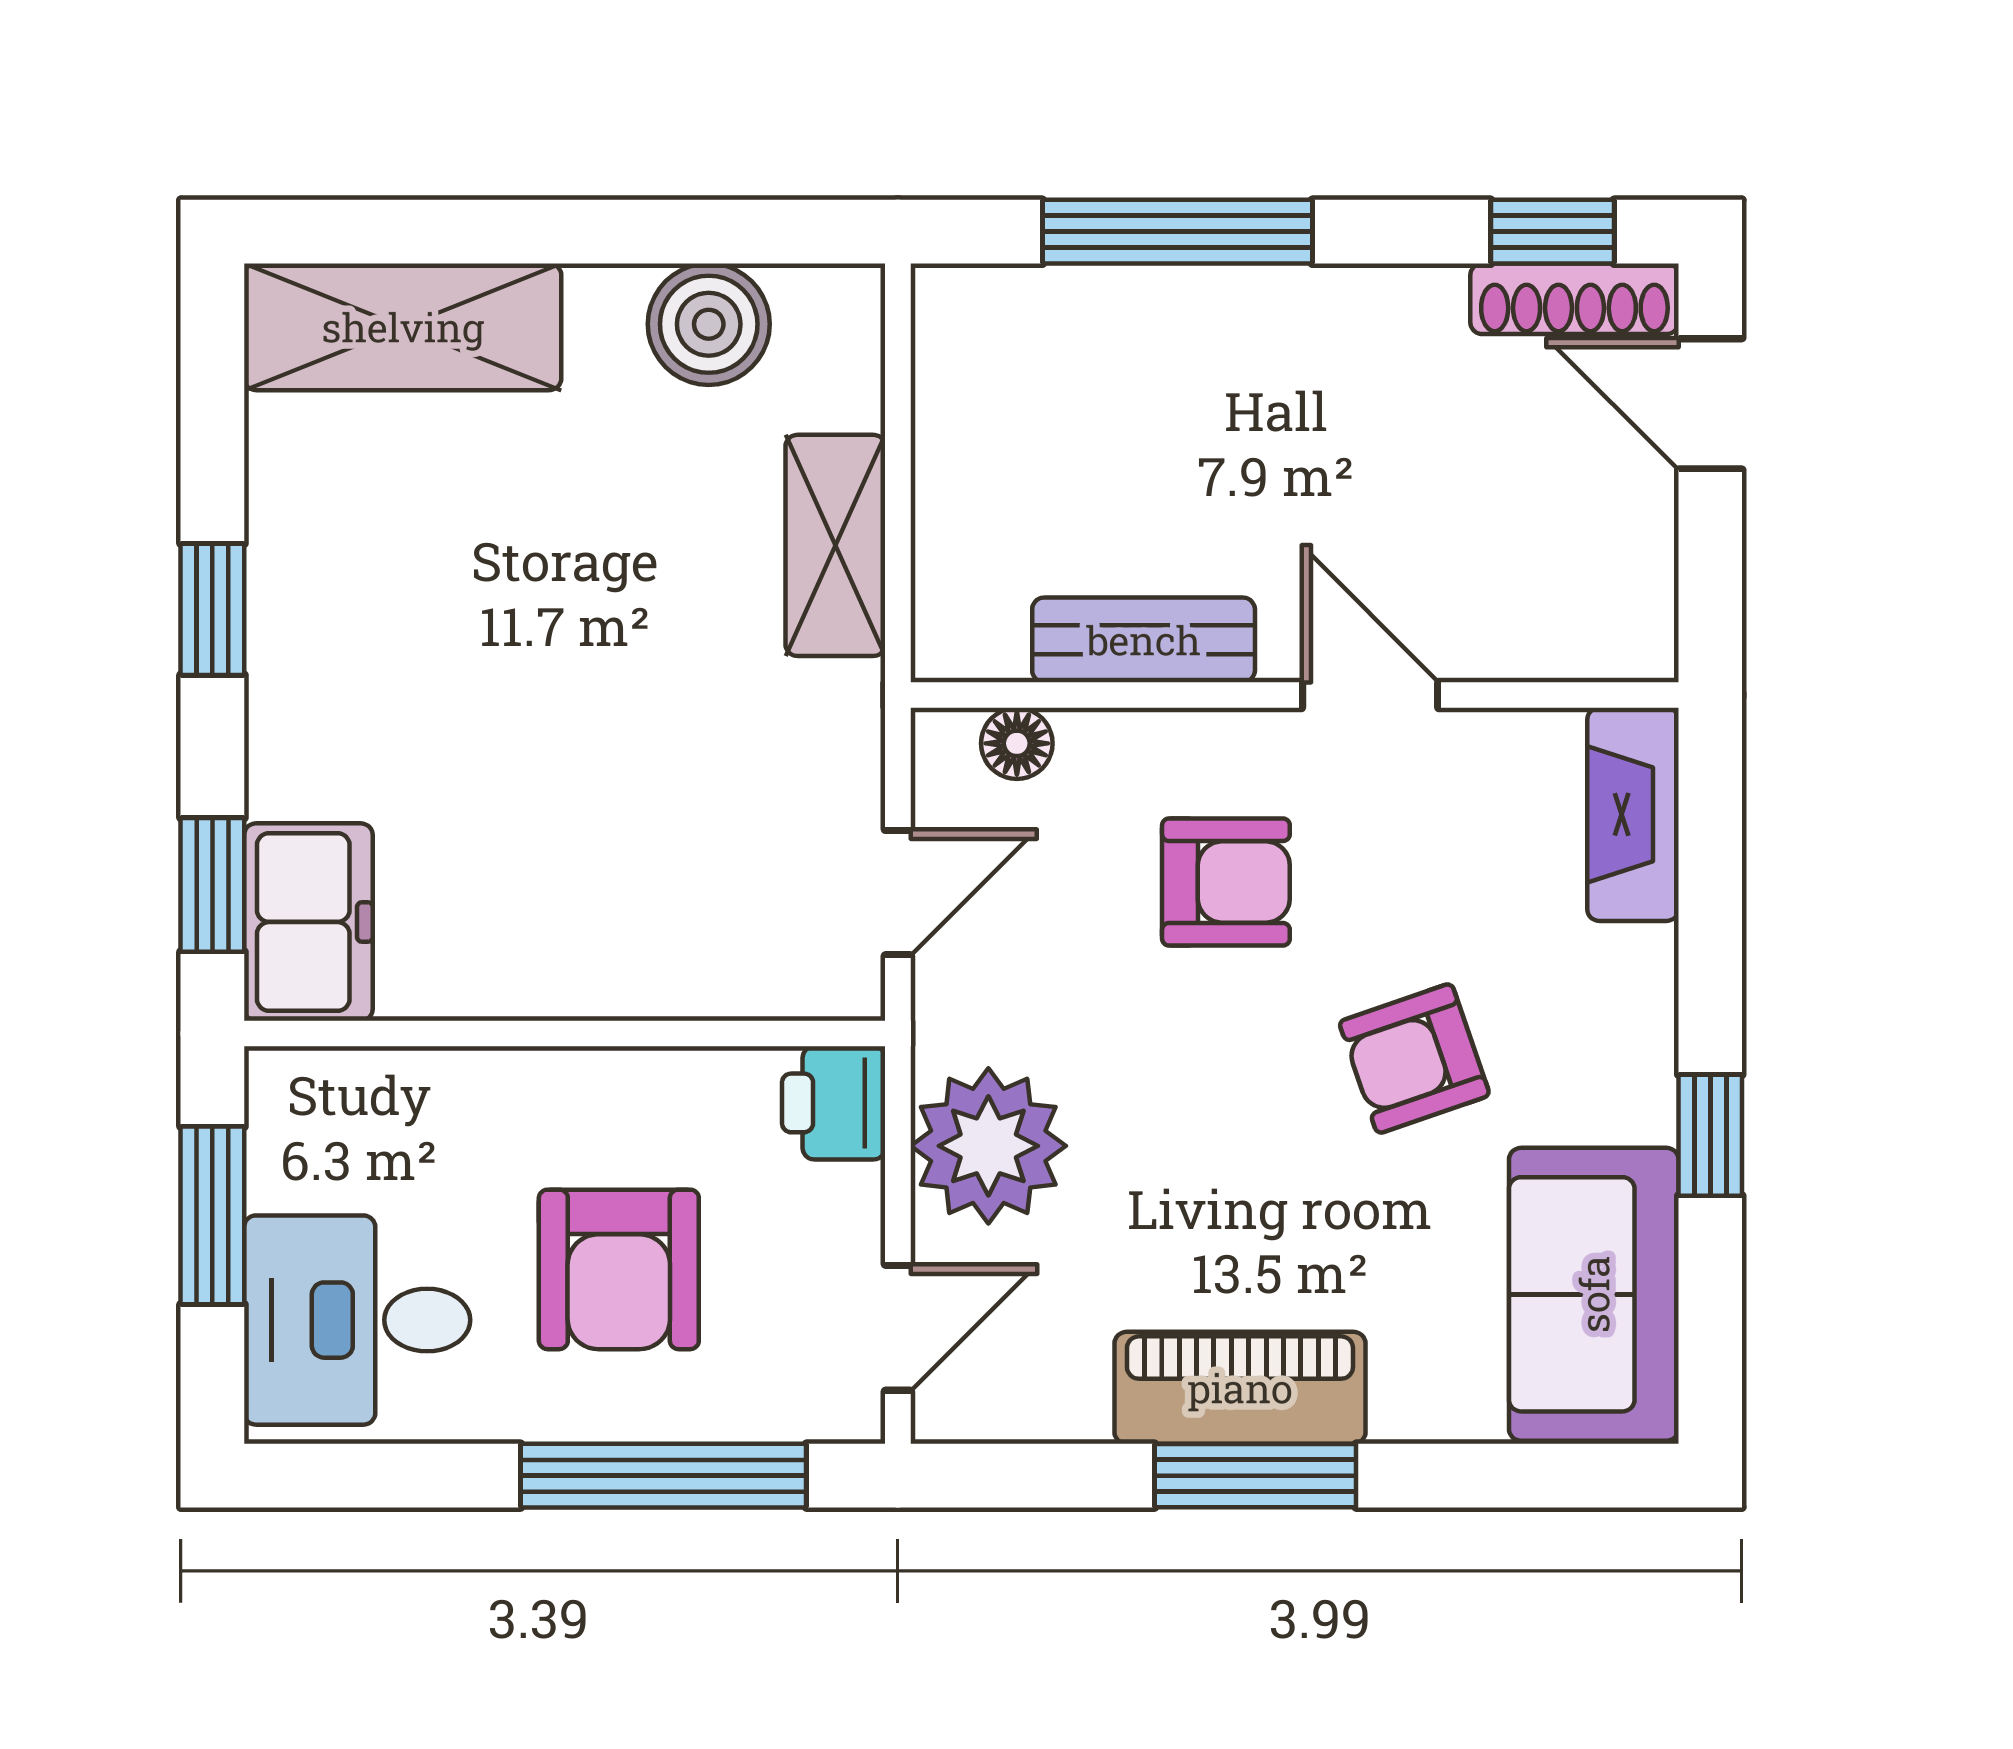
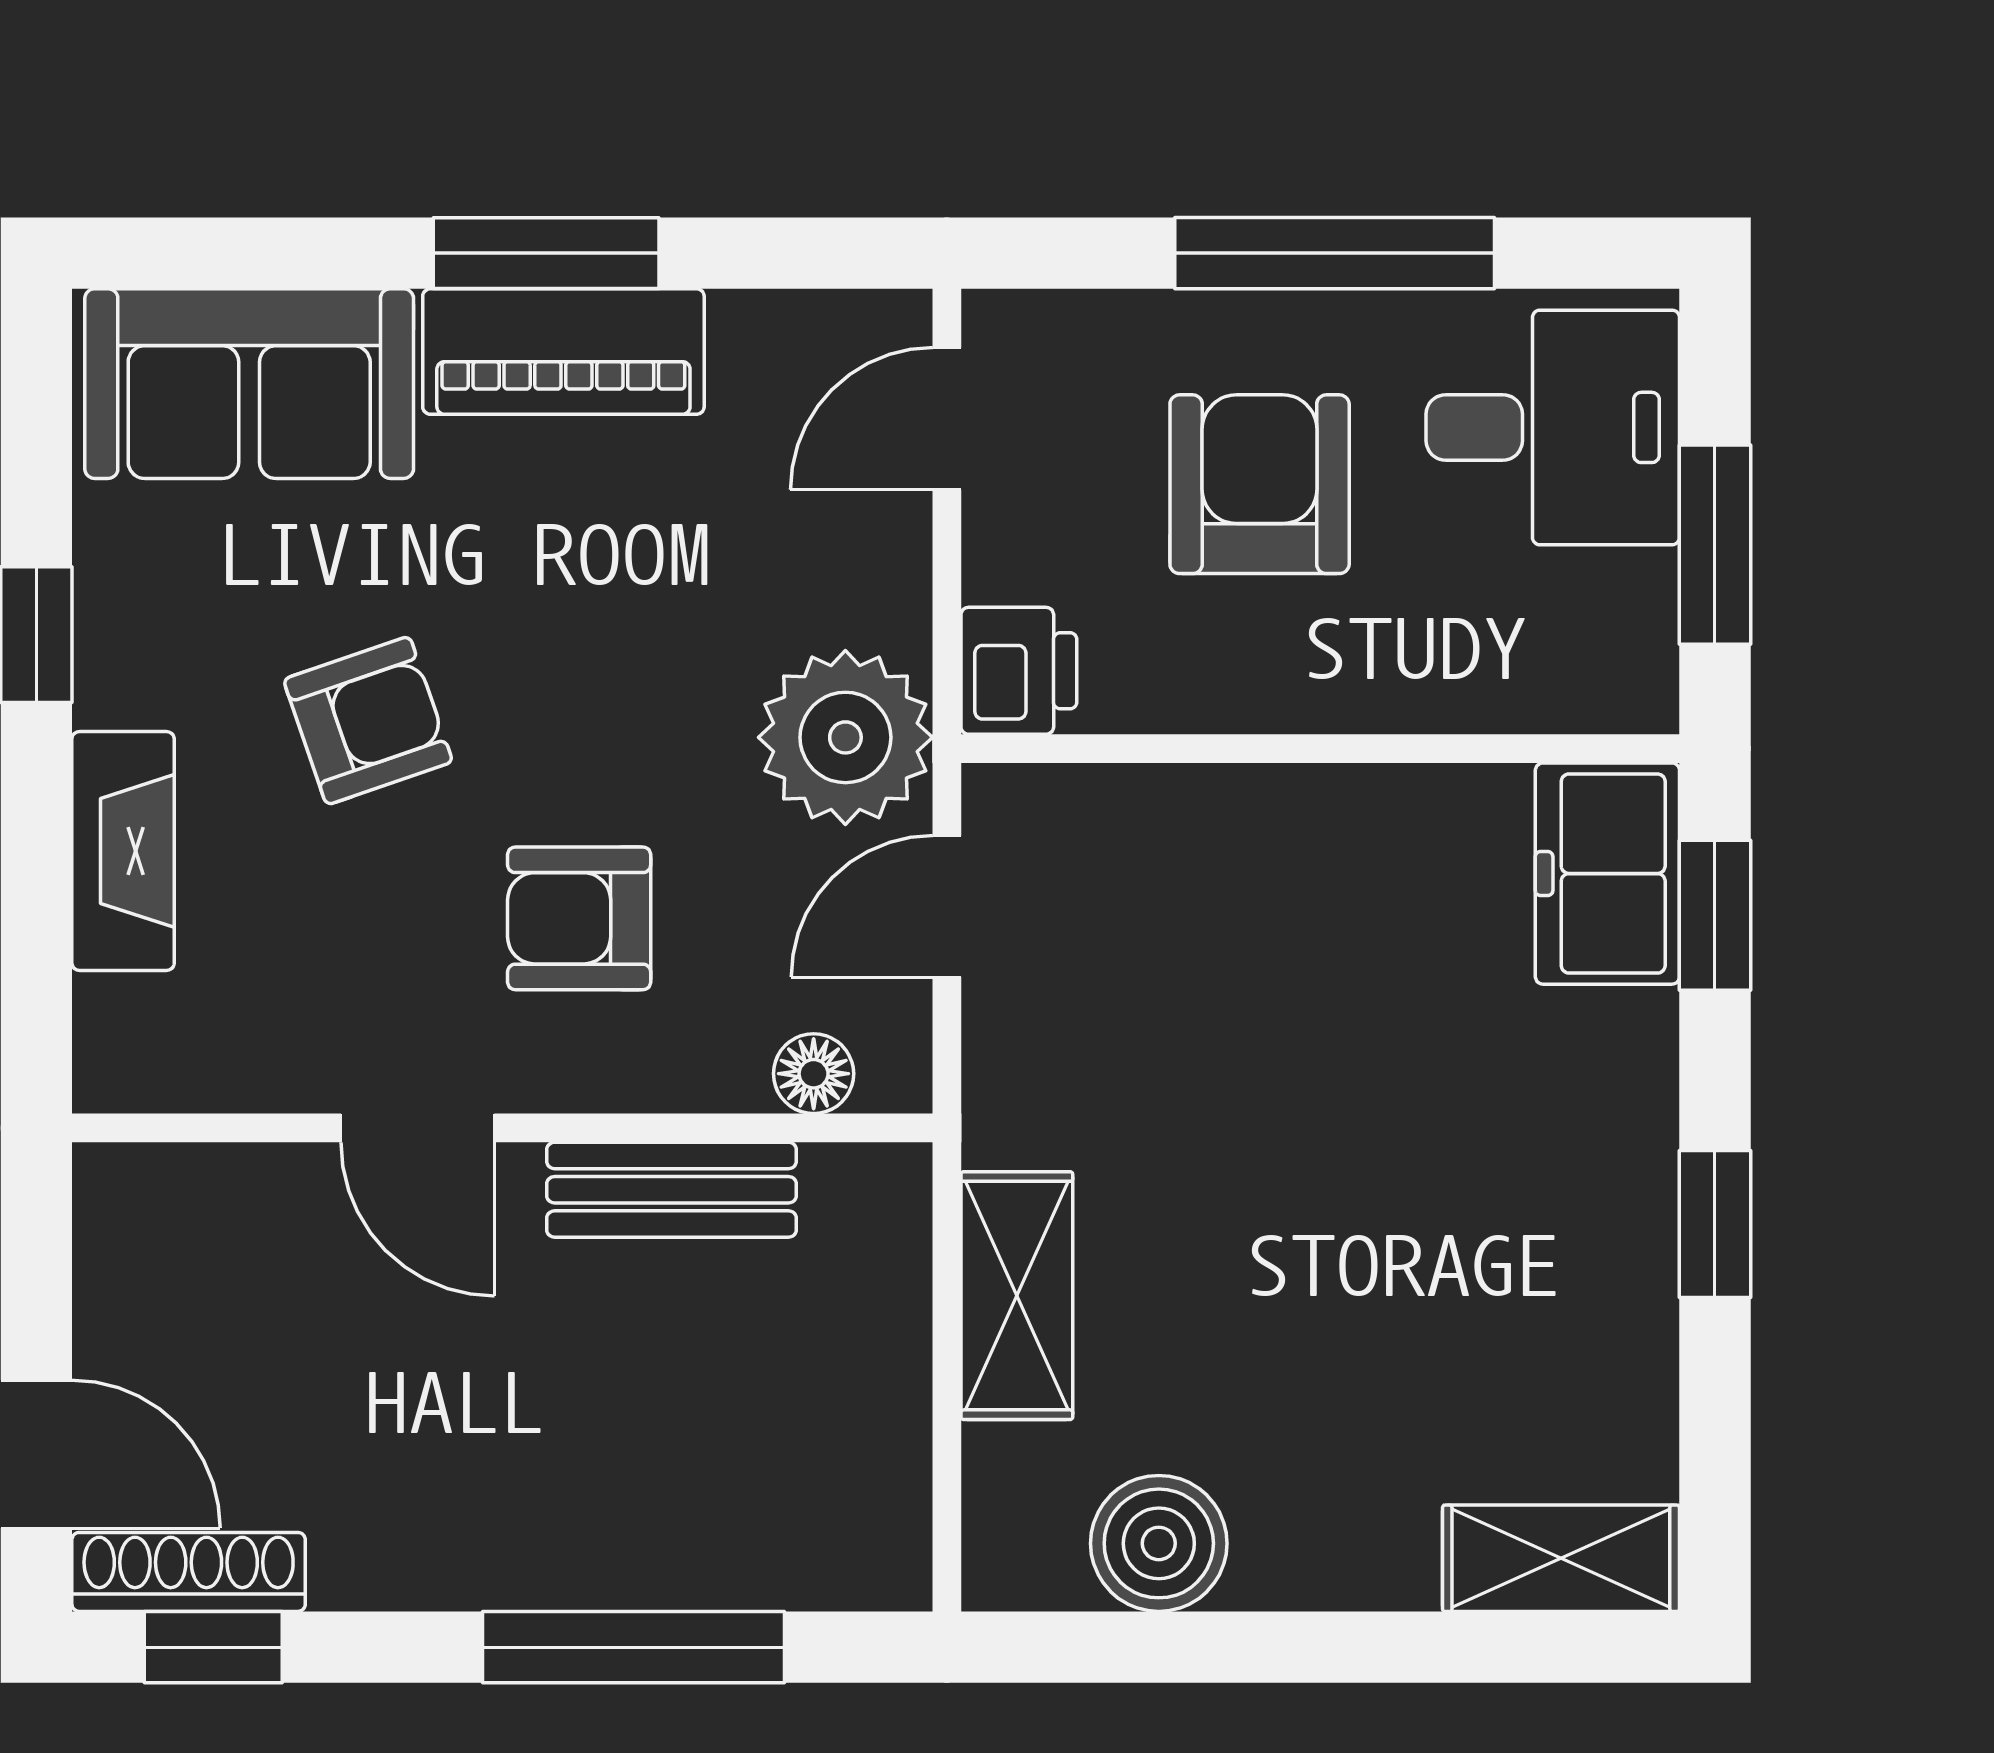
shelving: (403, 327) -> (1561, 1558), width x0.67, depth x0.75
fireplace: (1633, 814) -> (123, 851), moved
plant: (988, 1146) -> (845, 737), moved
sofa: (1594, 1294) -> (249, 384), moved, turned 90
window: (663, 1476) -> (1335, 253), moved

